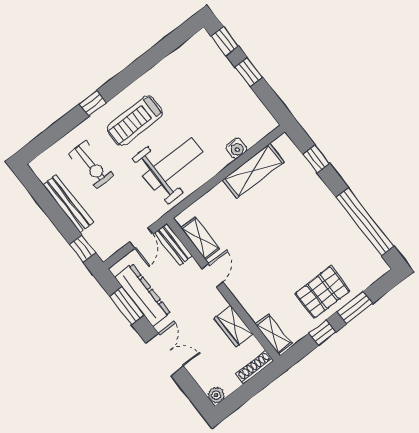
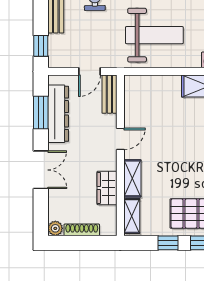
shelving: (200, 238) -> (132, 178), moved
shoe rack: (255, 367) -> (82, 230), moved

